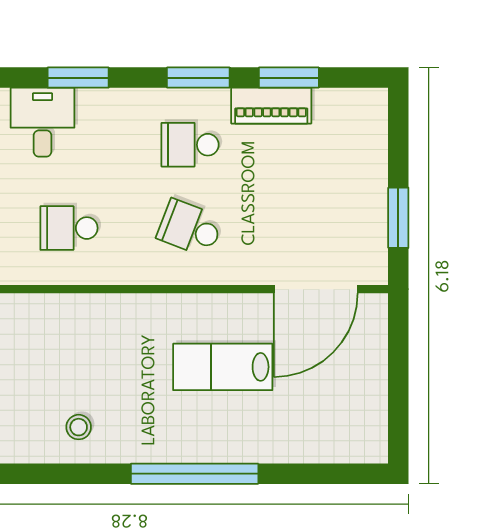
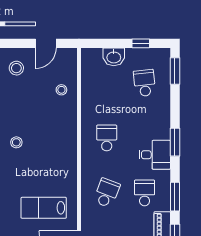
desk: (43, 122) -> (155, 155), moved
lab bench: (223, 367) -> (44, 208), turned -90

